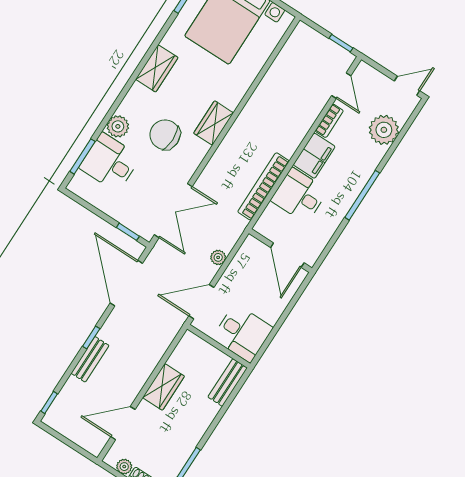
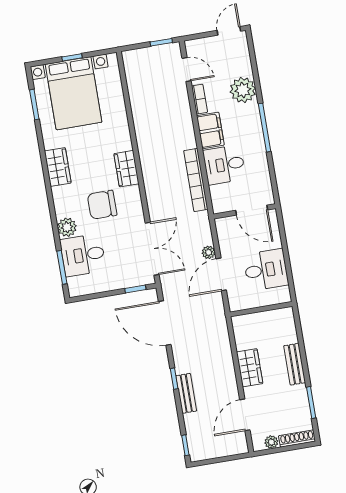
plant: (384, 130) -> (243, 90), moved
door: (201, 302) -> (221, 274), moved
desk: (242, 333) -> (266, 270), moved
bench: (228, 383) -> (295, 364), moved

